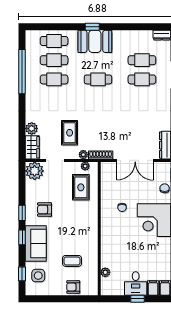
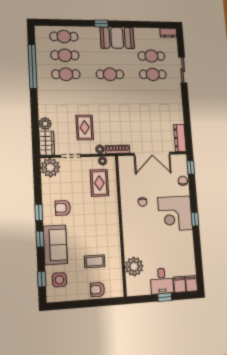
booth: (95, 41) -> (117, 38), moved
plant: (105, 272) -> (134, 266), width x1.87, depth x1.87

